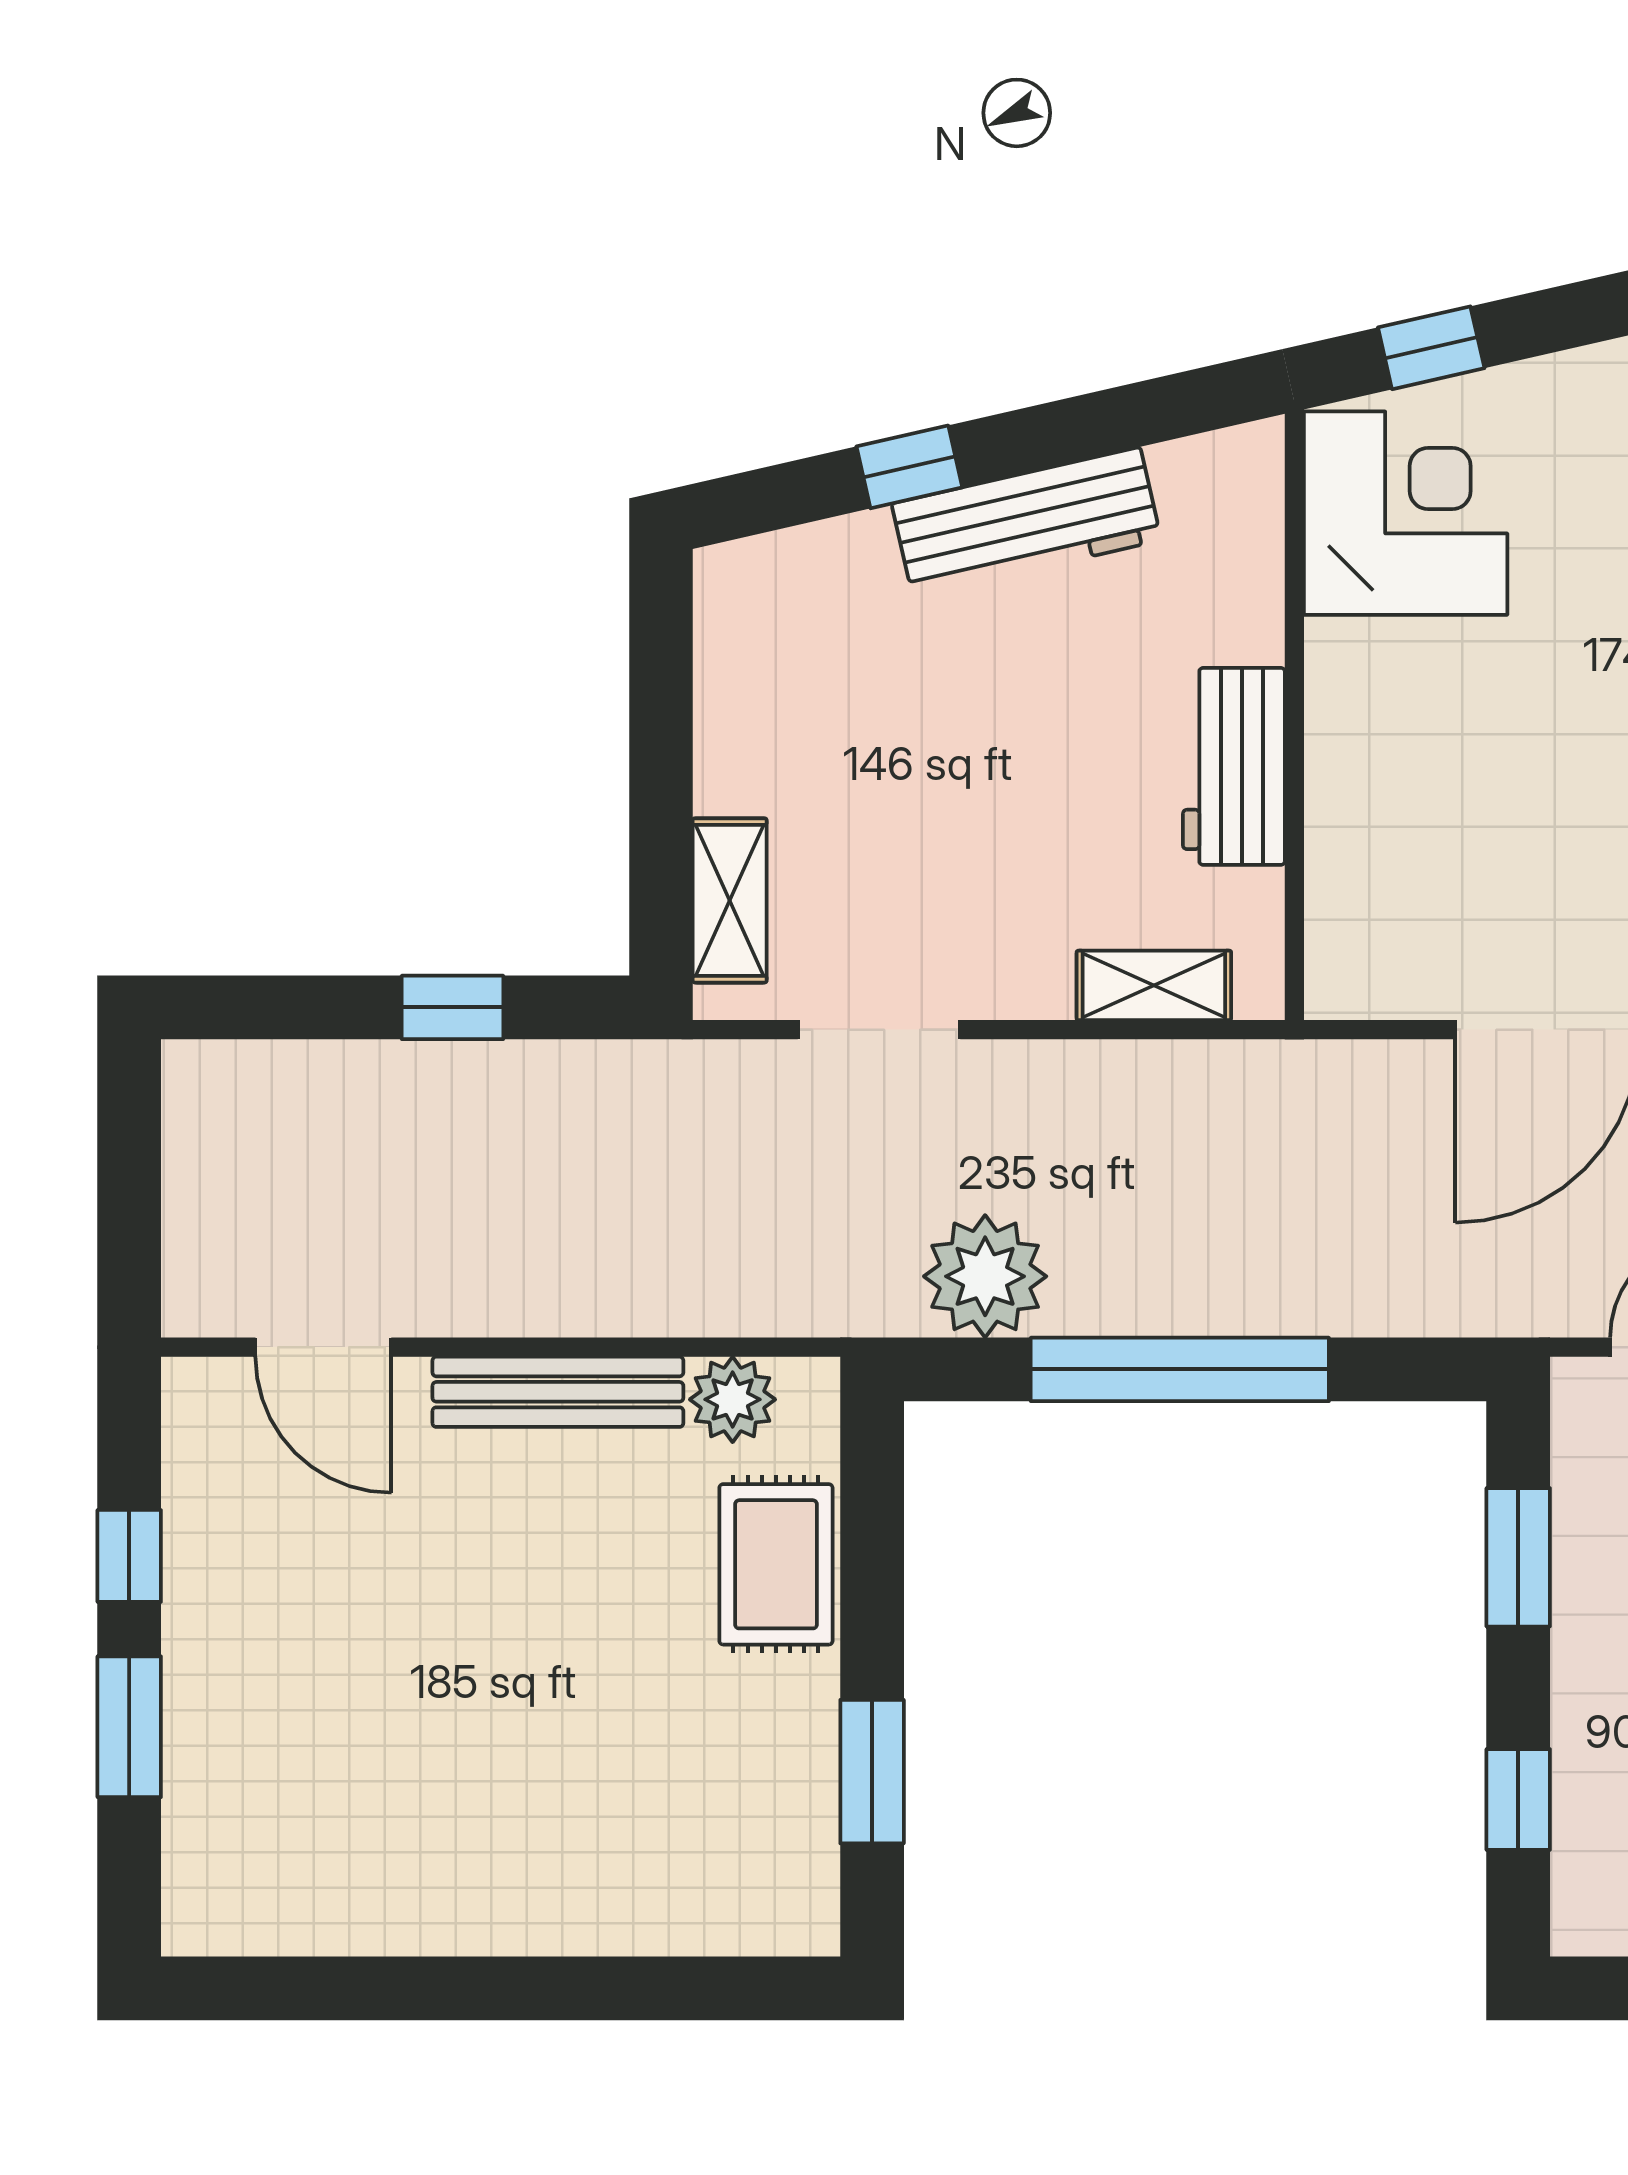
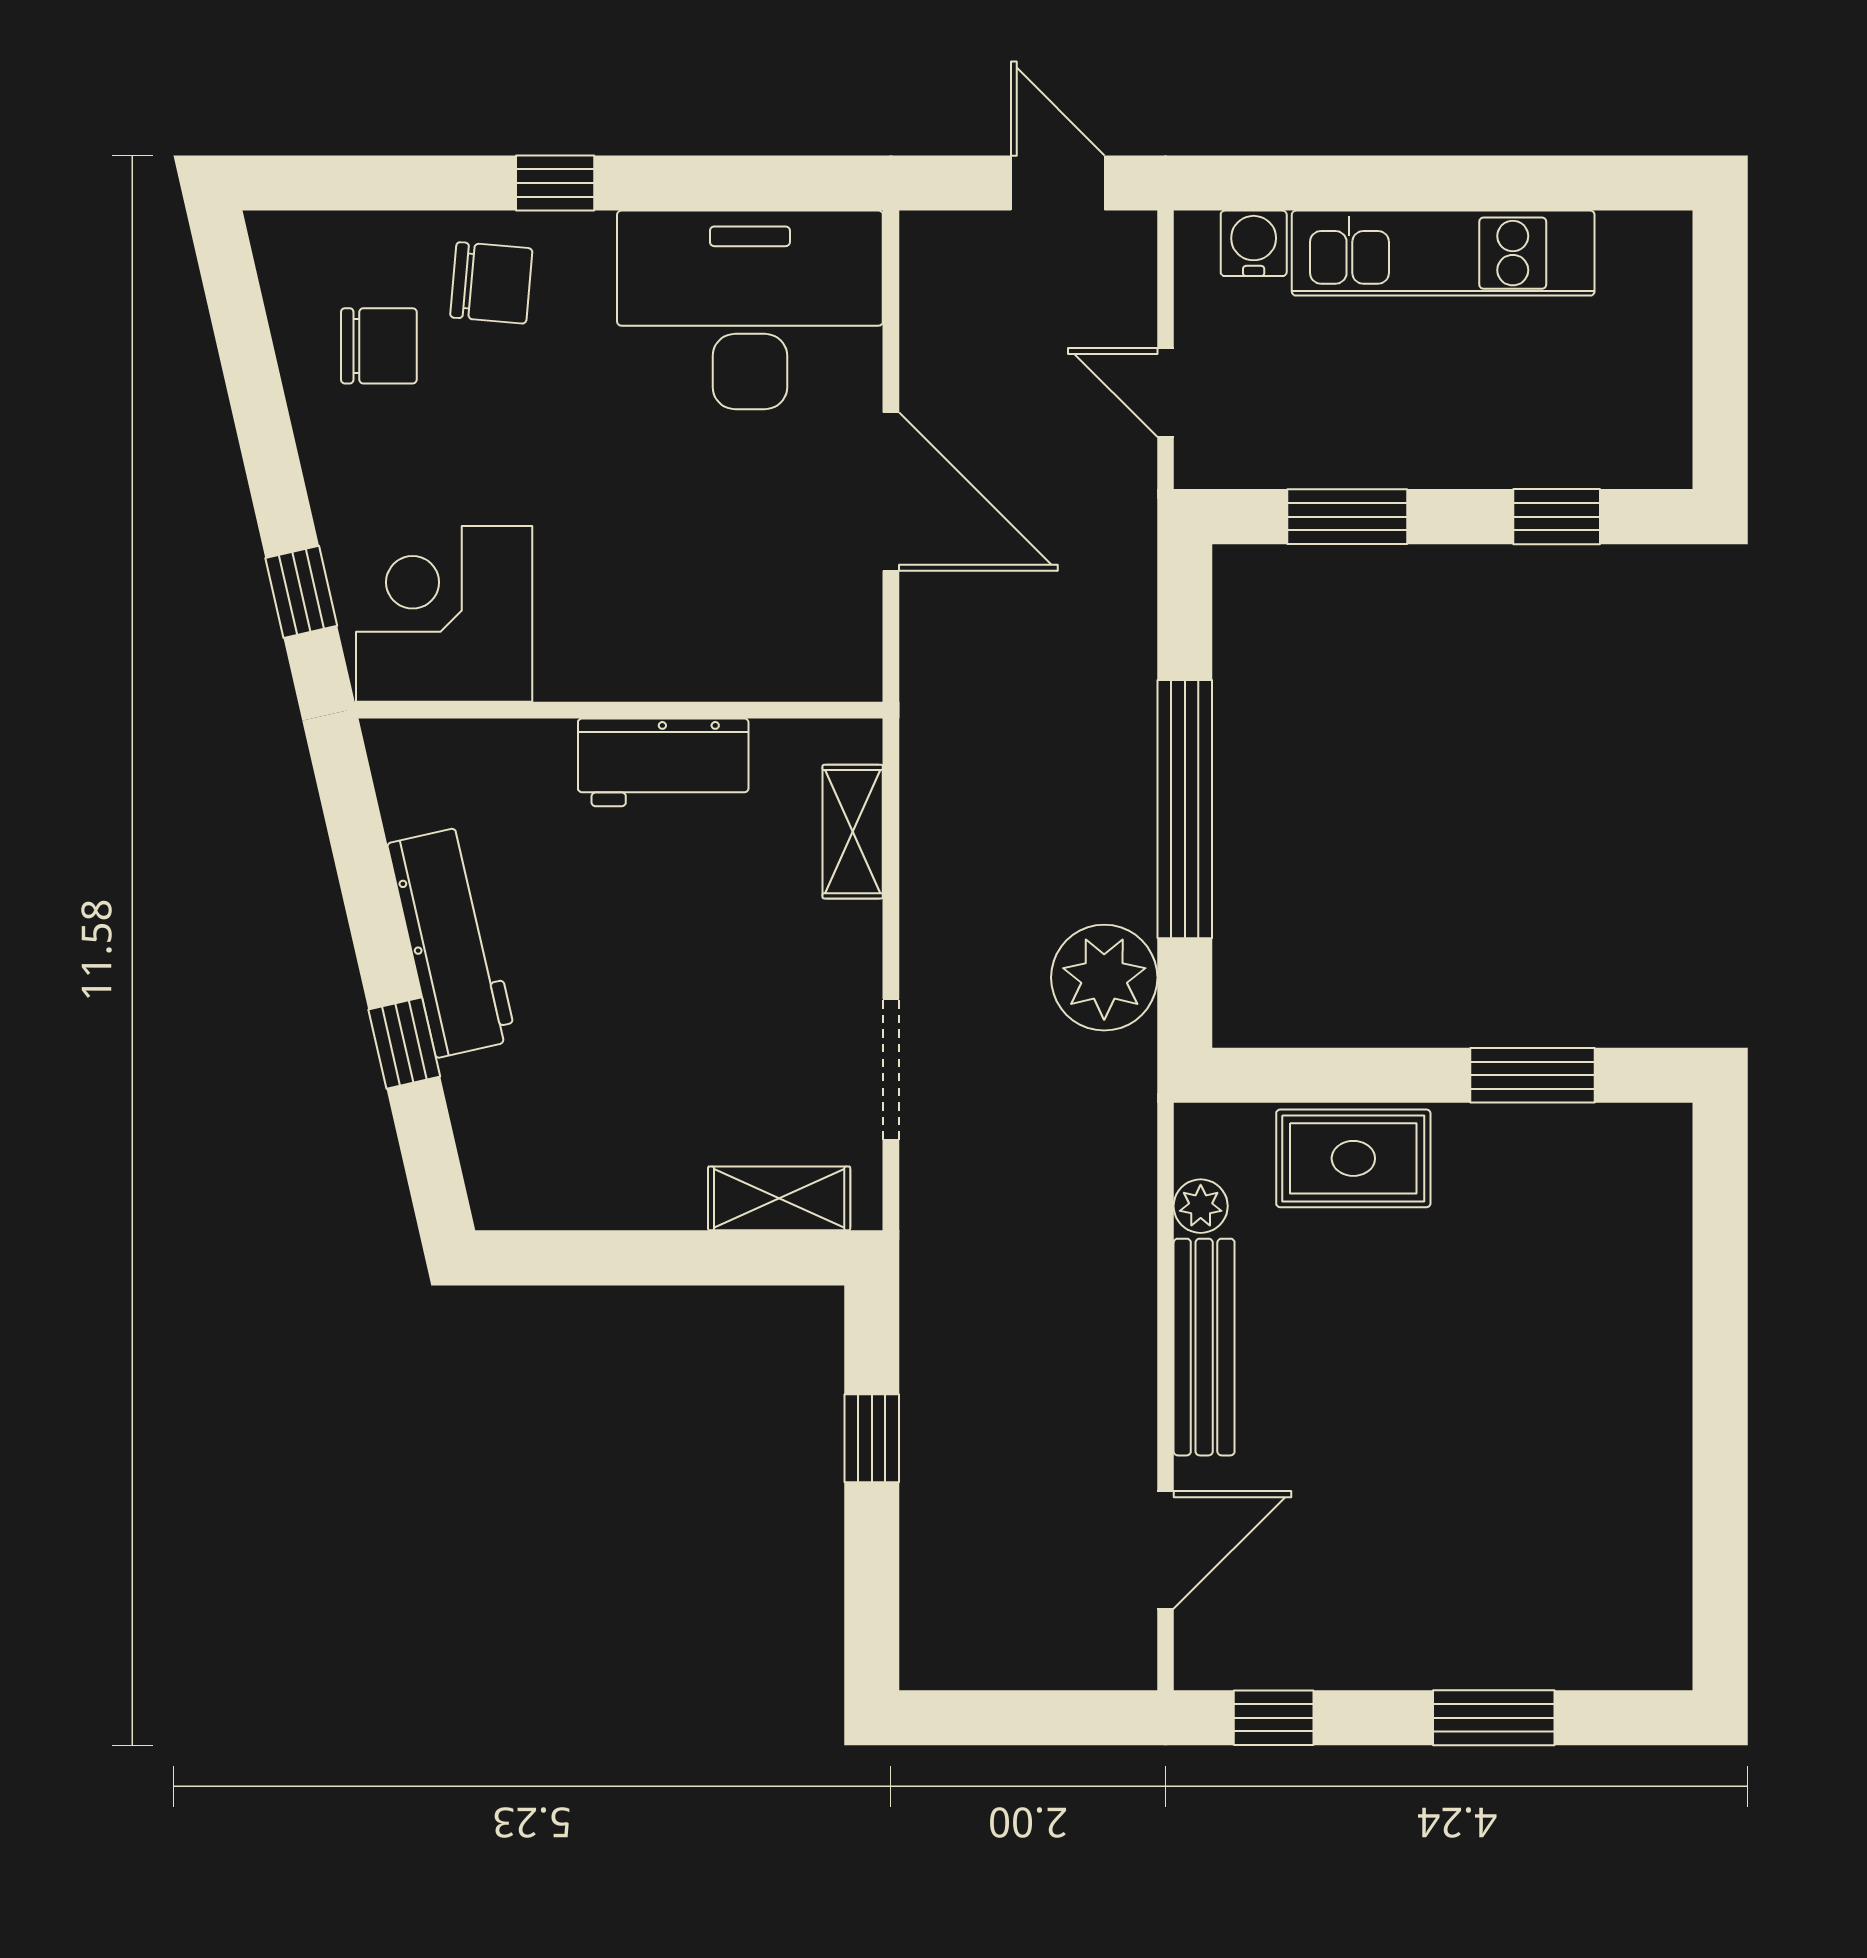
plant: (733, 1399) -> (1201, 1206), width x0.73, depth x0.73
window: (129, 1556) -> (1274, 1718), moved

